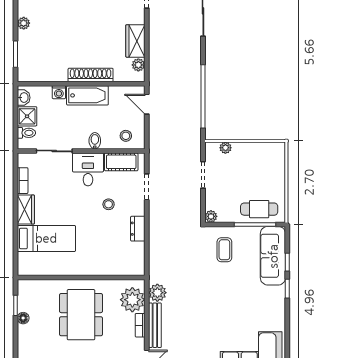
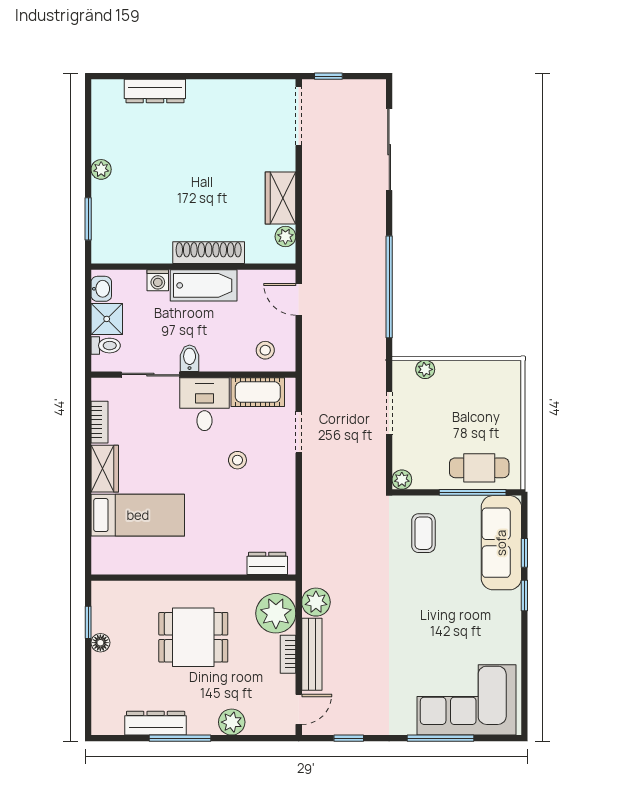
bidet: (95, 141) -> (190, 358), moved
dresser: (138, 229) -> (267, 563), moved, turned 90
dining table: (81, 315) -> (193, 637), width x0.73

